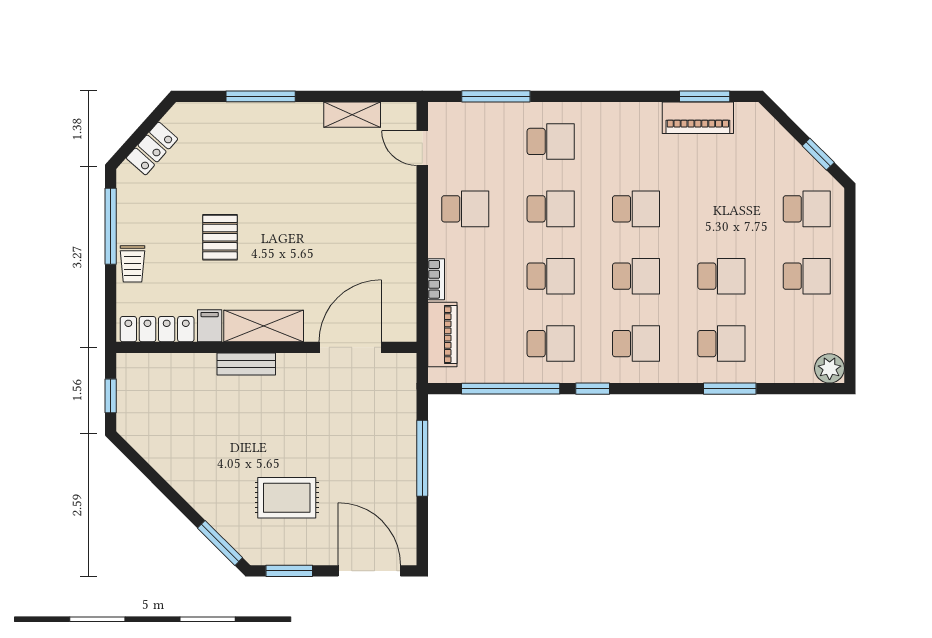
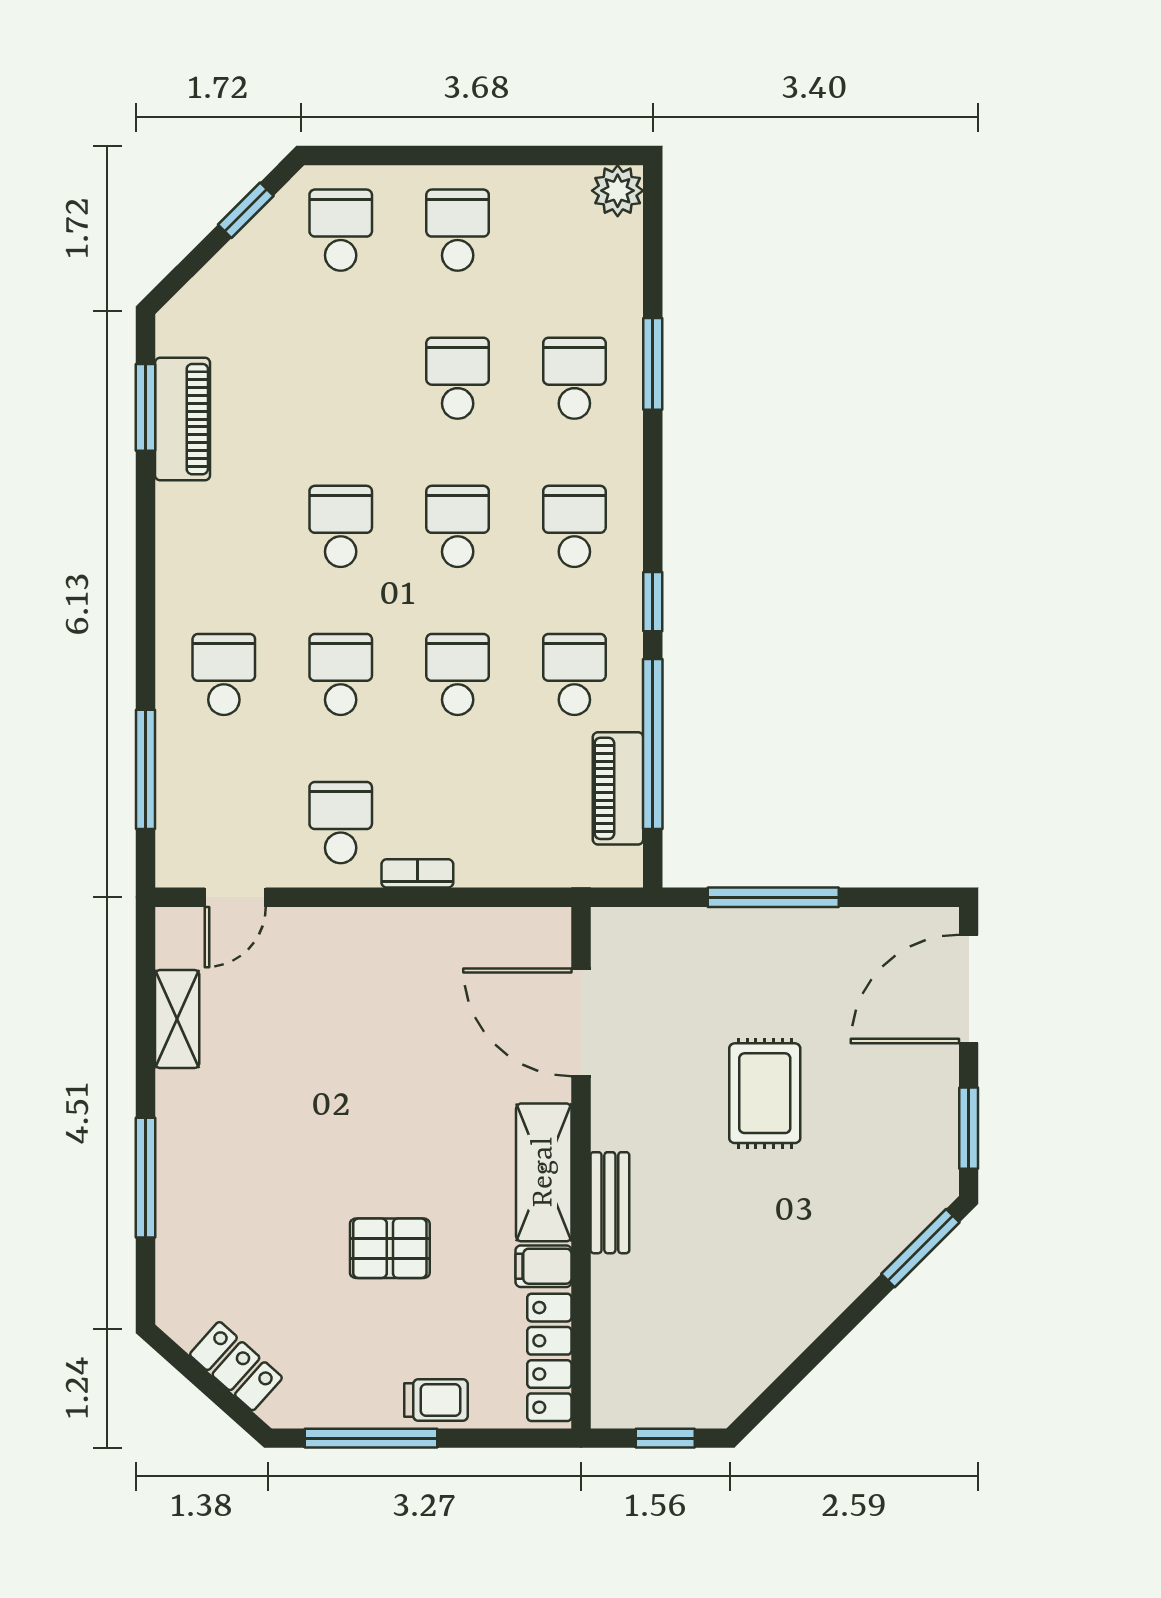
bookcase: (436, 279) -> (417, 873), moved
piano: (442, 335) -> (618, 788), moved, turned -90
rug: (287, 498) -> (765, 1093), moved

